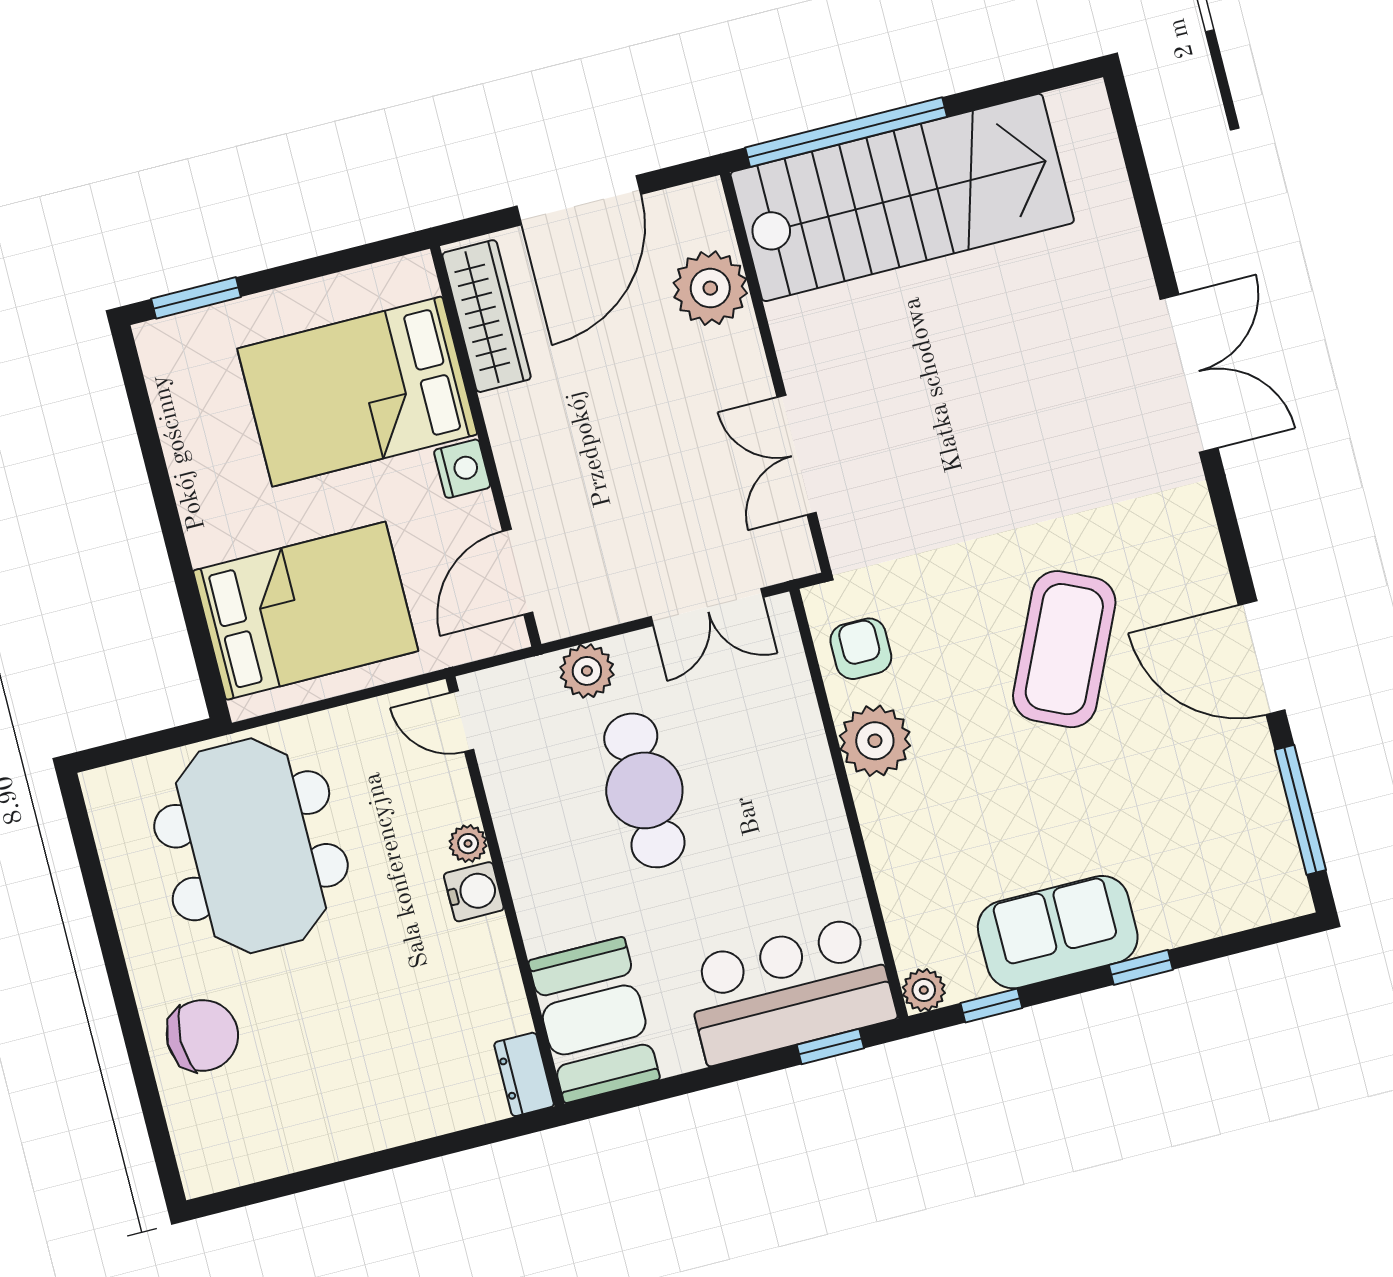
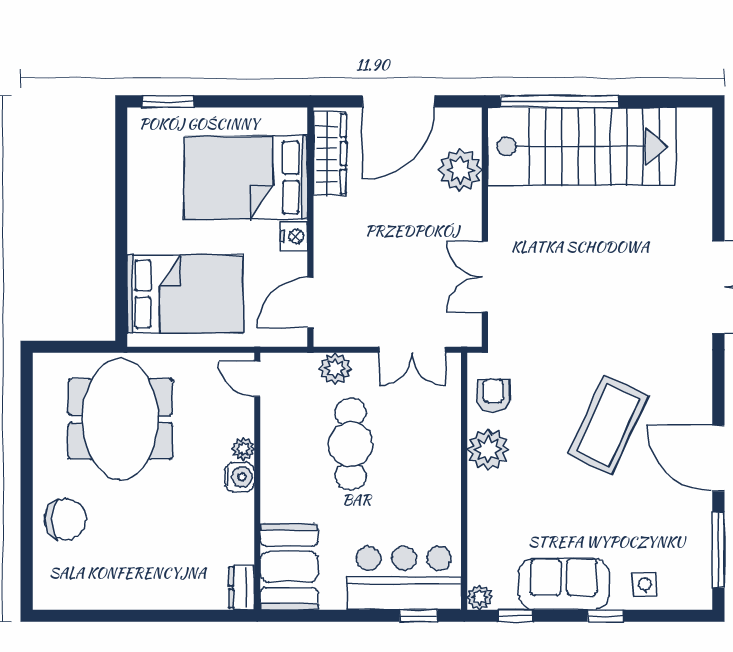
side table: (1192, 898) -> (645, 584), added

